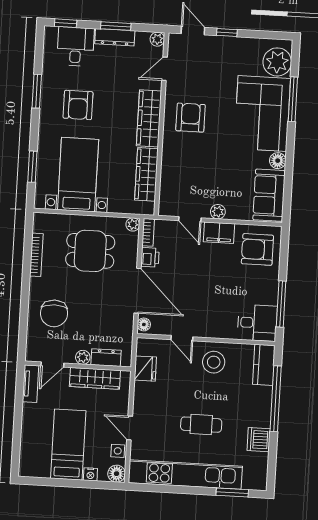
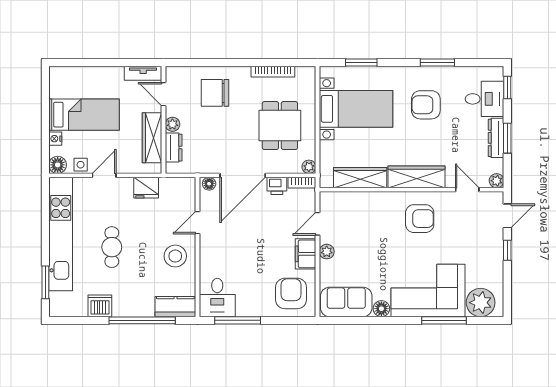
fridge: (145, 369) -> (146, 188), moved

